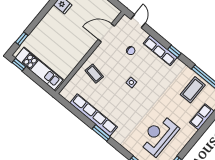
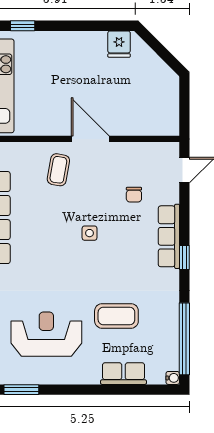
door: (106, 33) -> (90, 139), moved
coffee table: (193, 90) -> (116, 316), moved

